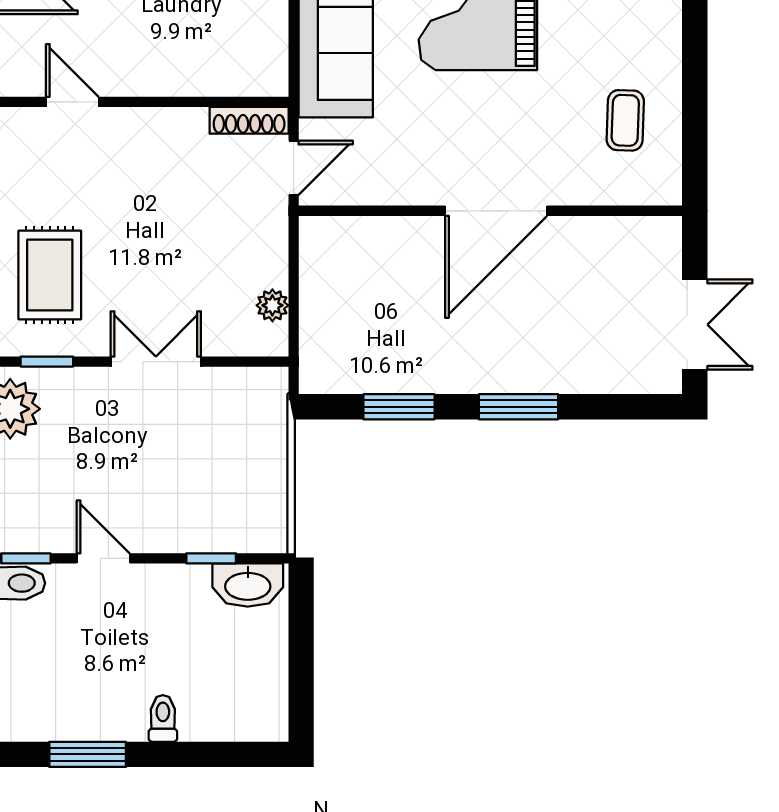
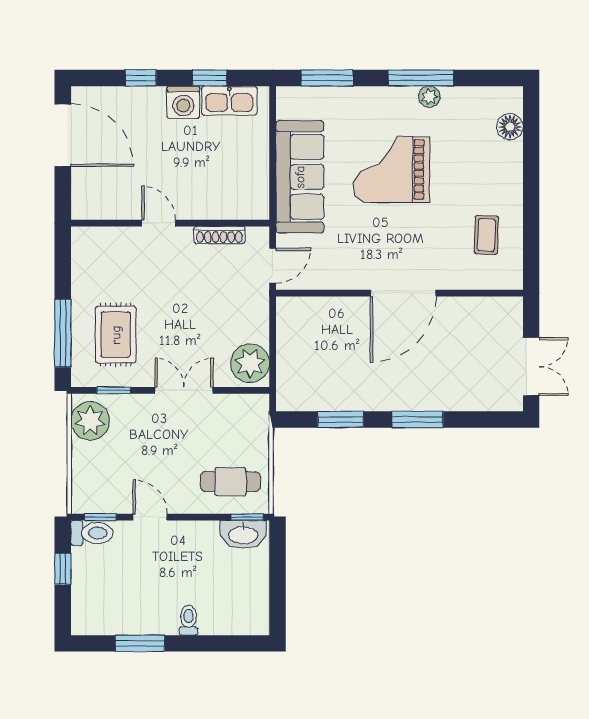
door: (72, 102) -> (159, 223), moved
shoe rack: (249, 120) -> (219, 235), moved
plant: (272, 305) -> (250, 363), width x1.88, depth x1.88
cafe table: (228, 503) -> (230, 482), added
window: (211, 558) -> (247, 517), moved

